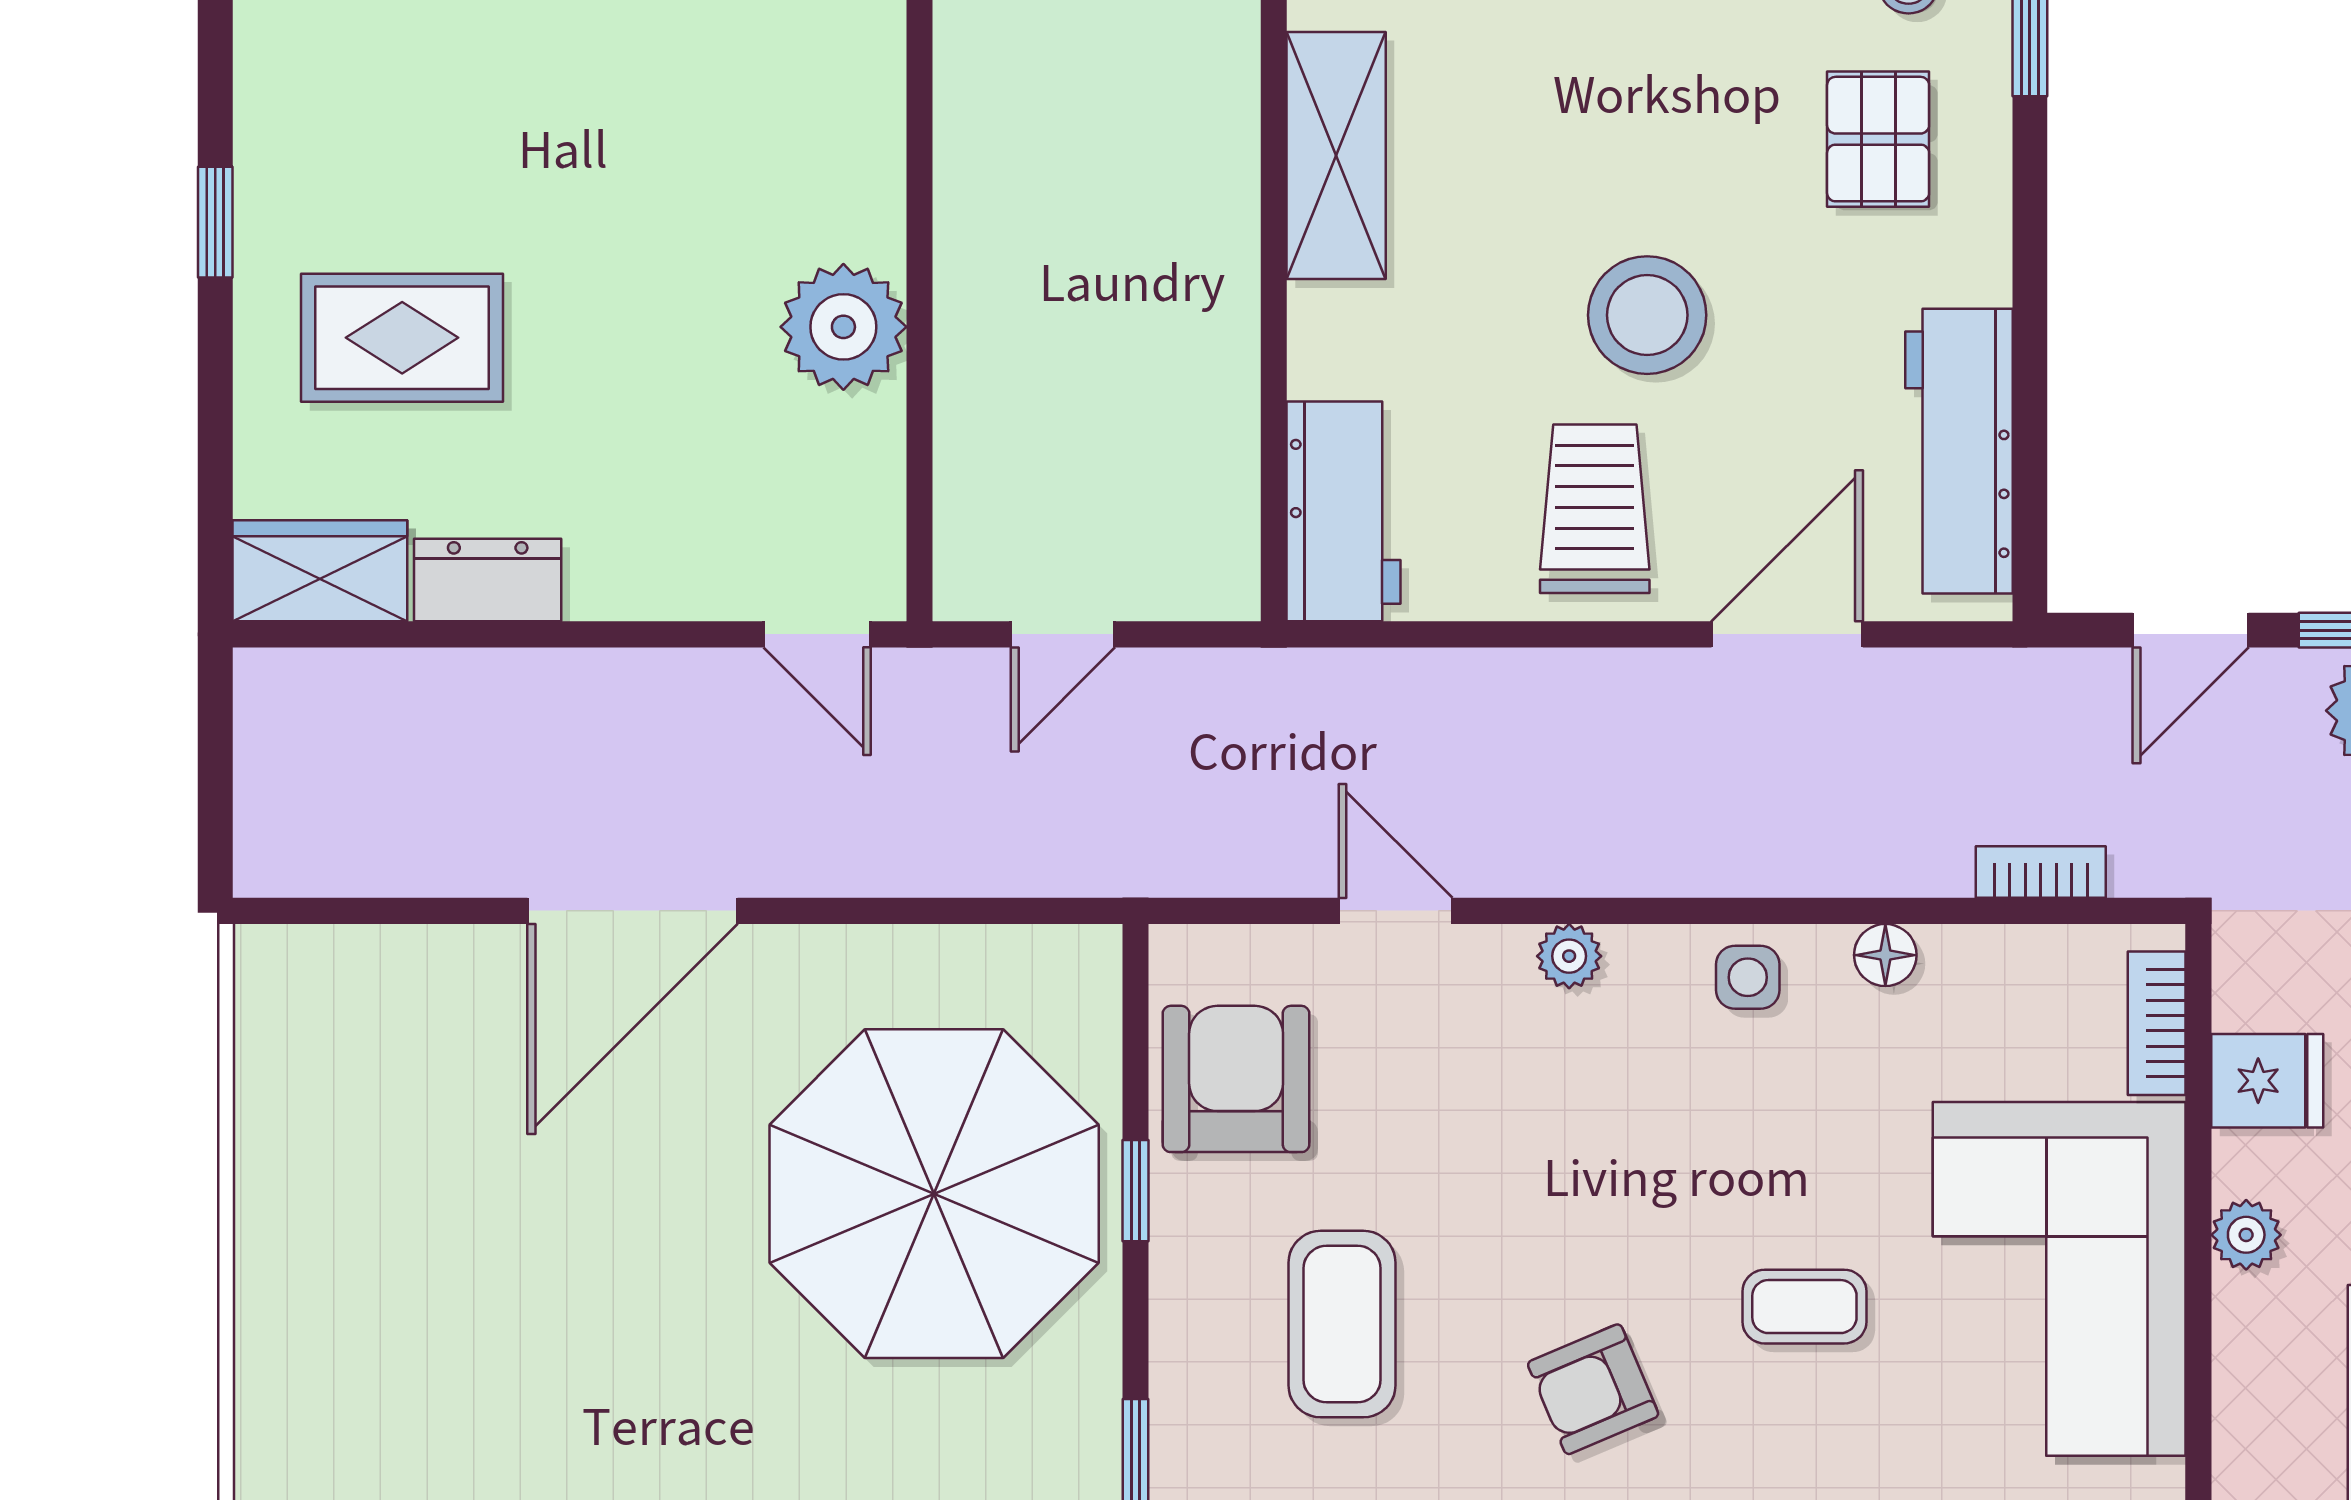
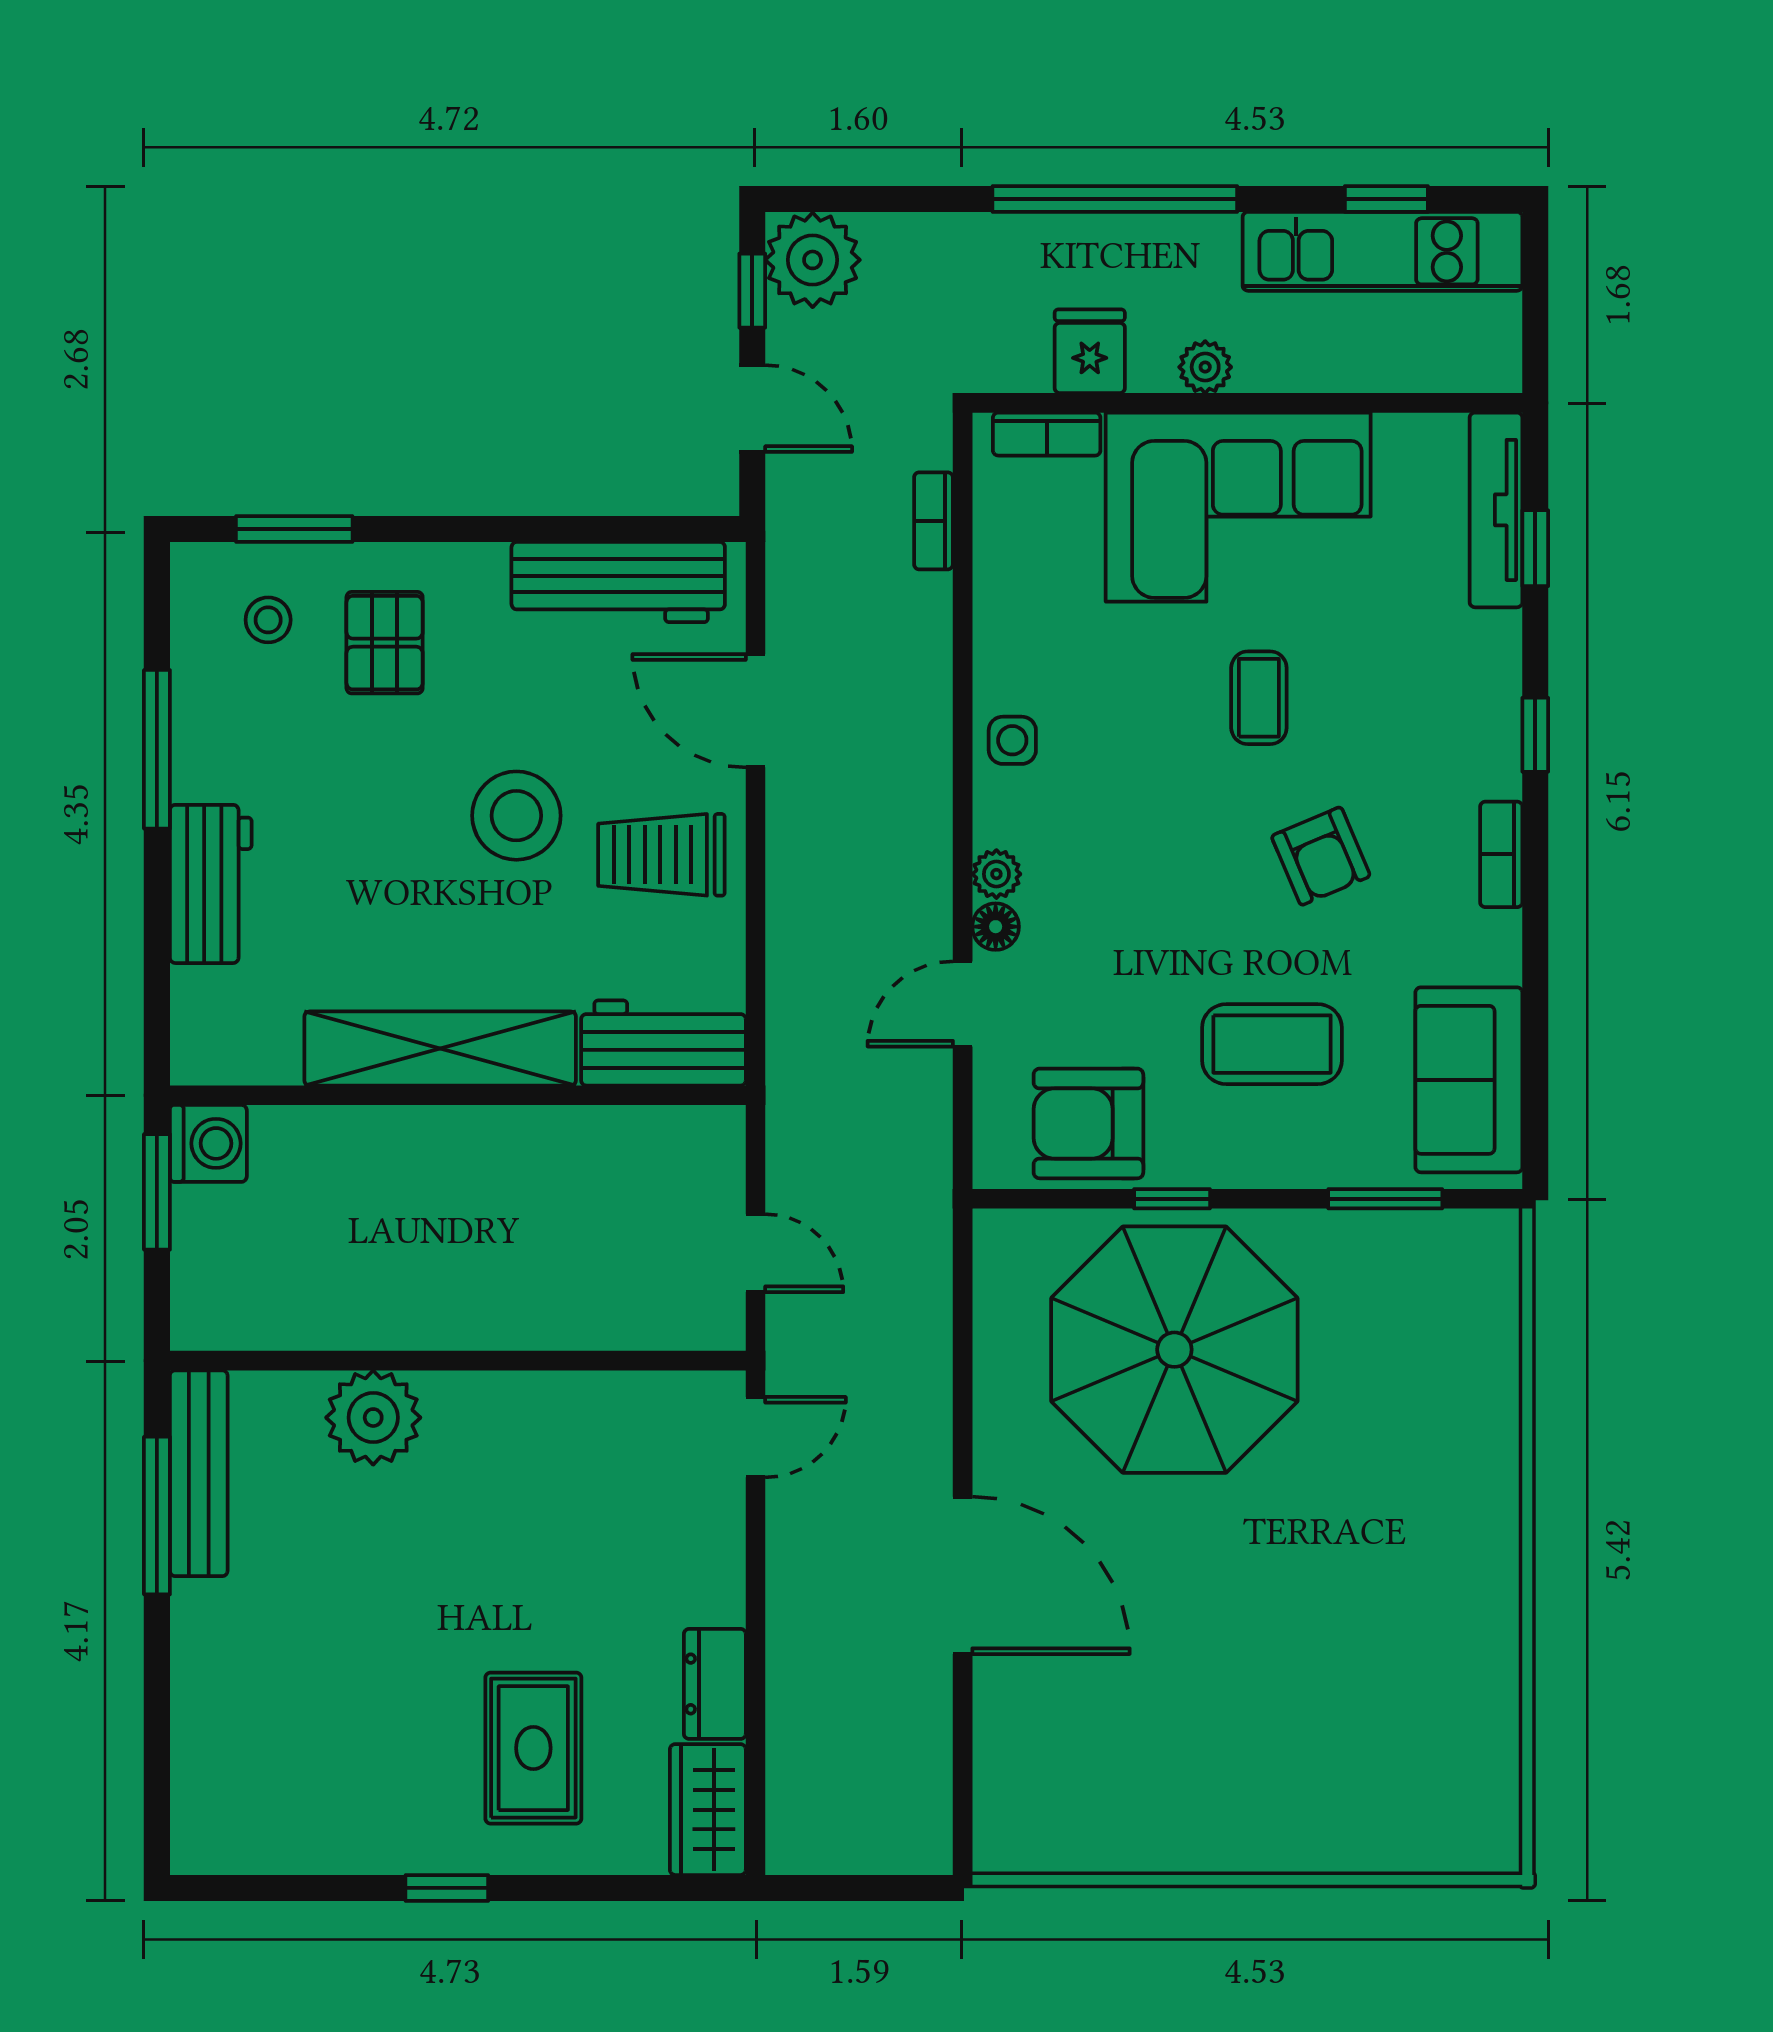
pallet: (1878, 139) -> (385, 643), turned 90
shelving: (1336, 156) -> (440, 1048), width x1.47
plant: (843, 327) -> (373, 1418), moved
floor lamp: (1885, 955) -> (996, 927), moved

